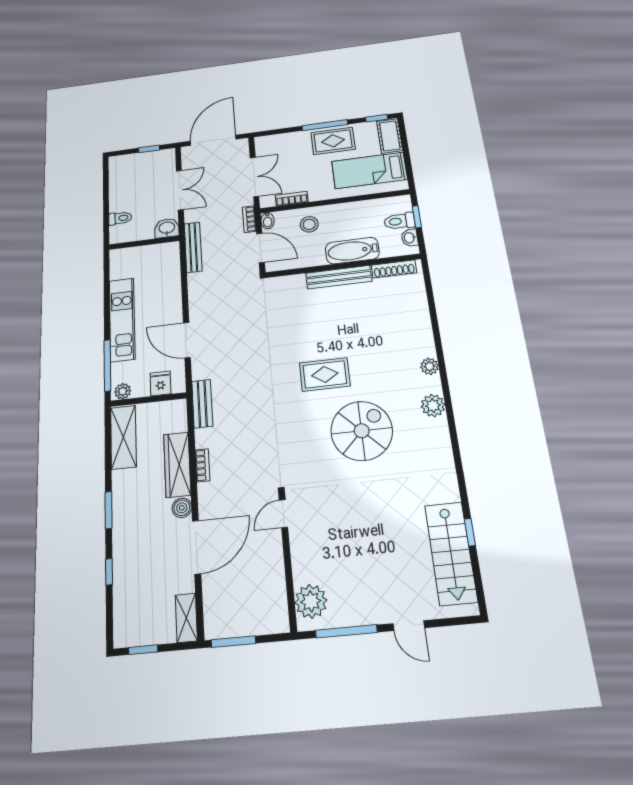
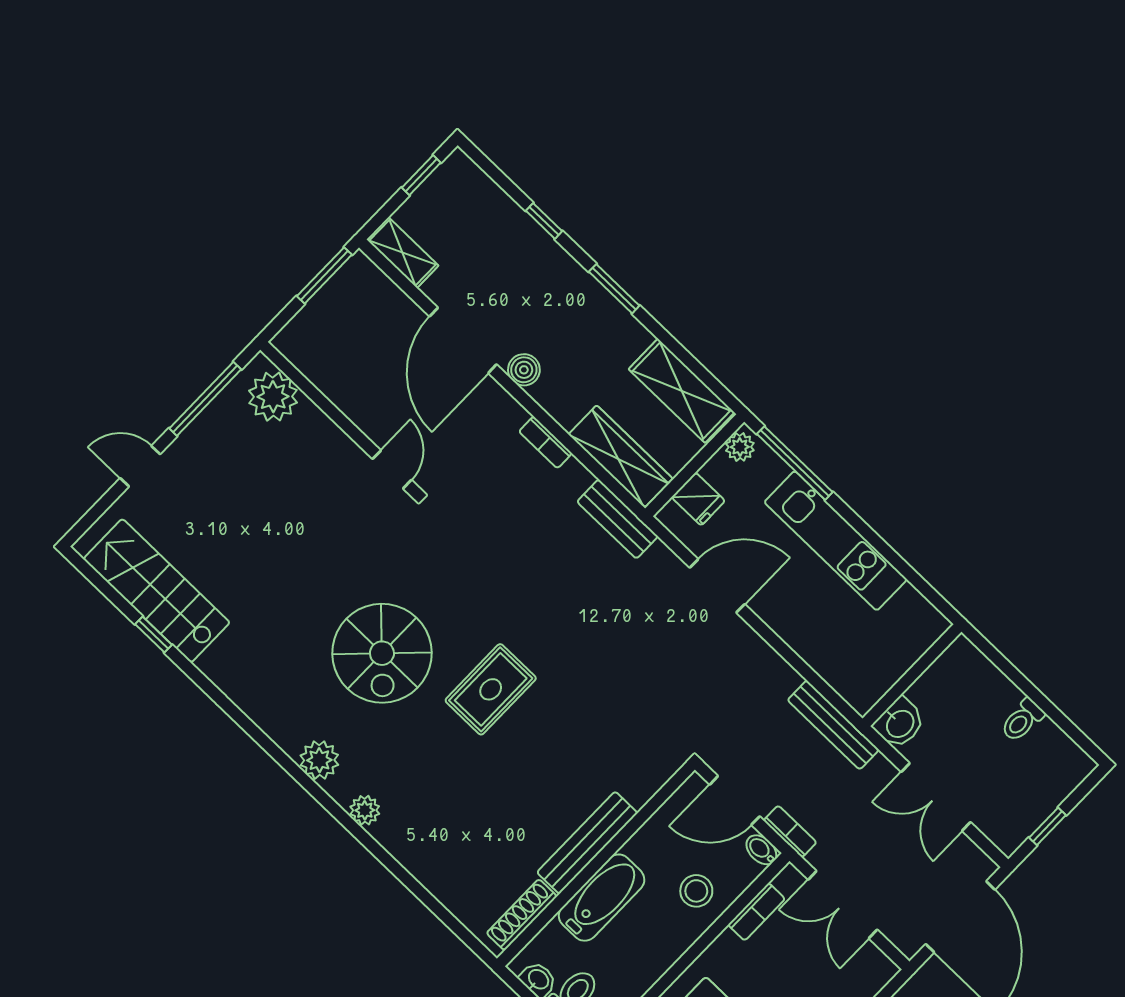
toilet: (120, 218) -> (1022, 720), moved
wardrobe: (177, 465) -> (620, 457), moved

